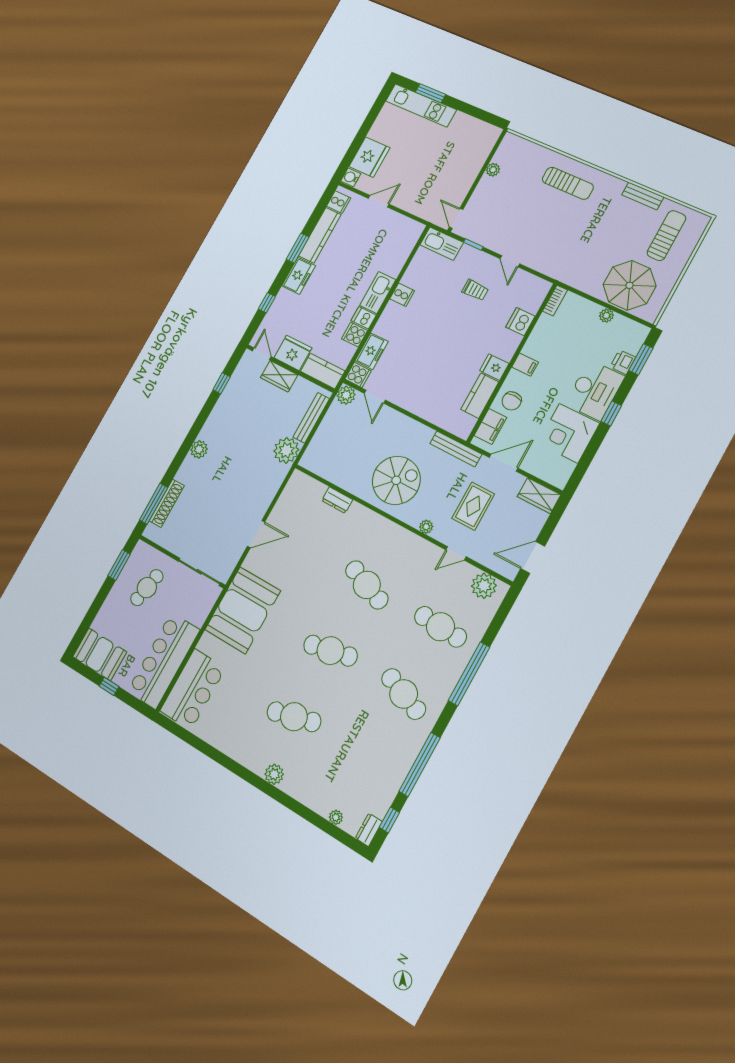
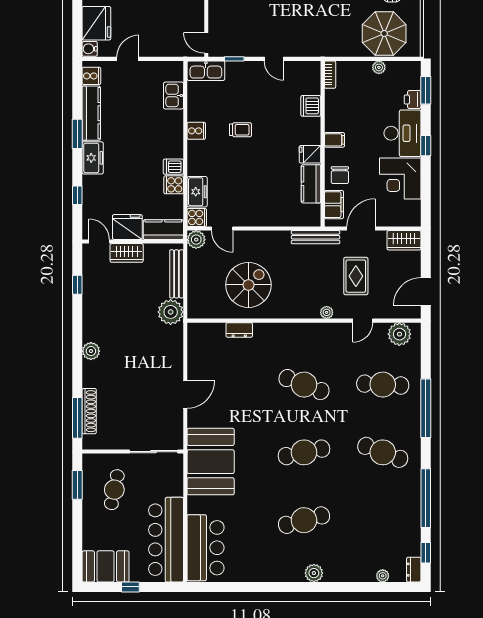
trolley: (475, 290) -> (241, 130), moved
kitchen sink: (378, 293) -> (173, 95), moved, width x0.73
spiral stairs: (396, 480) -> (248, 285), moved

